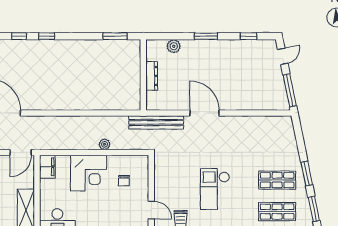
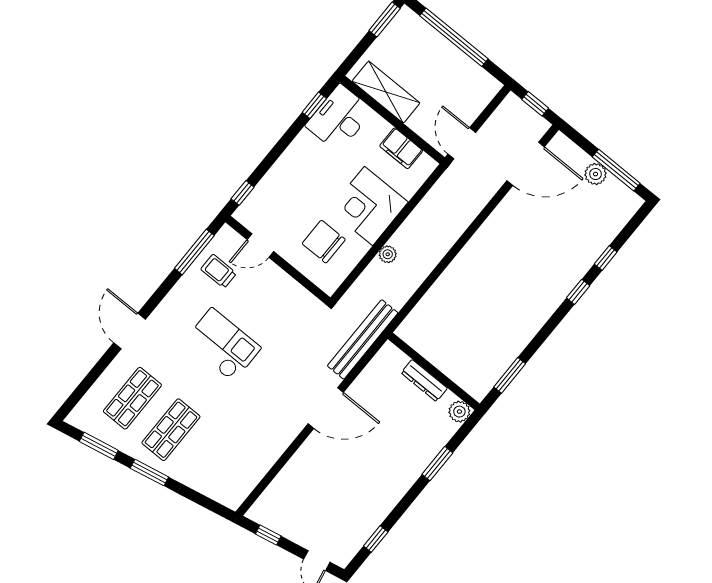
window: (206, 36) -> (437, 464), moved
plant: (174, 46) -> (459, 412), moved
window: (290, 90) -> (268, 535), width x0.46
filing cabinet: (47, 167) -> (401, 148), moved
chair: (124, 181) -> (324, 242), width x1.87, depth x1.87

